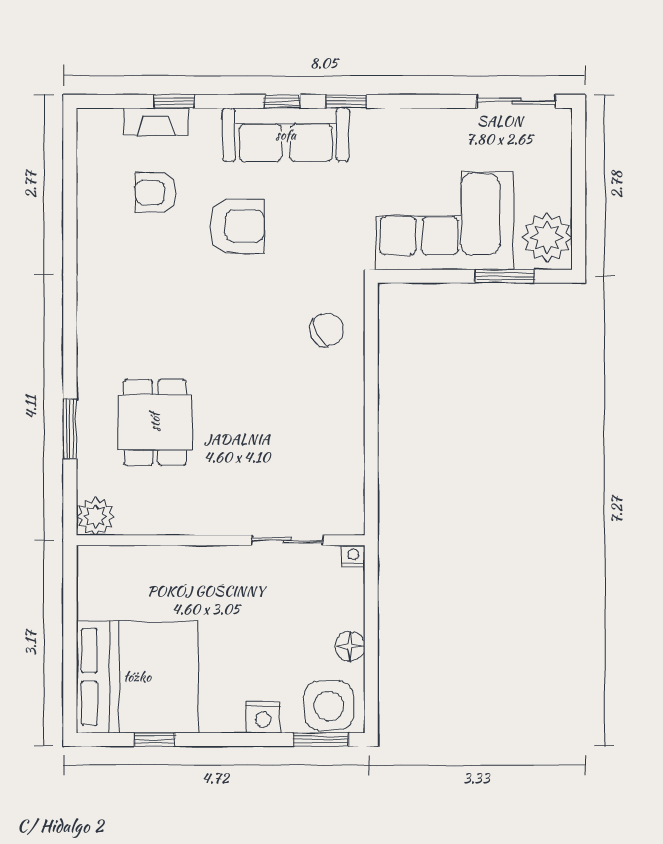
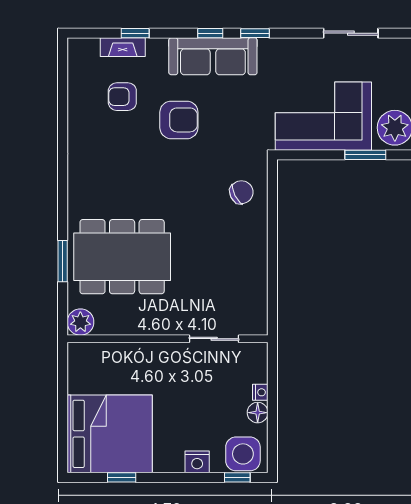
sliding door: (516, 101) -> (351, 33), moved
dining table: (155, 422) -> (122, 257), width x1.88, depth x1.24
nightstand: (353, 556) -> (260, 392), moved, turned 90
window: (321, 740) -> (237, 477), width x0.67

